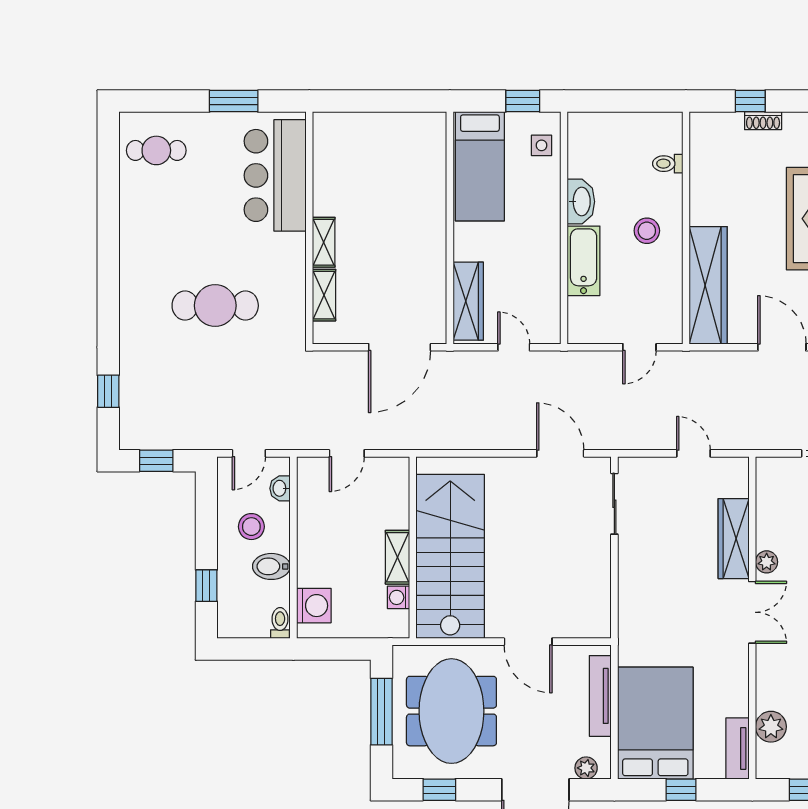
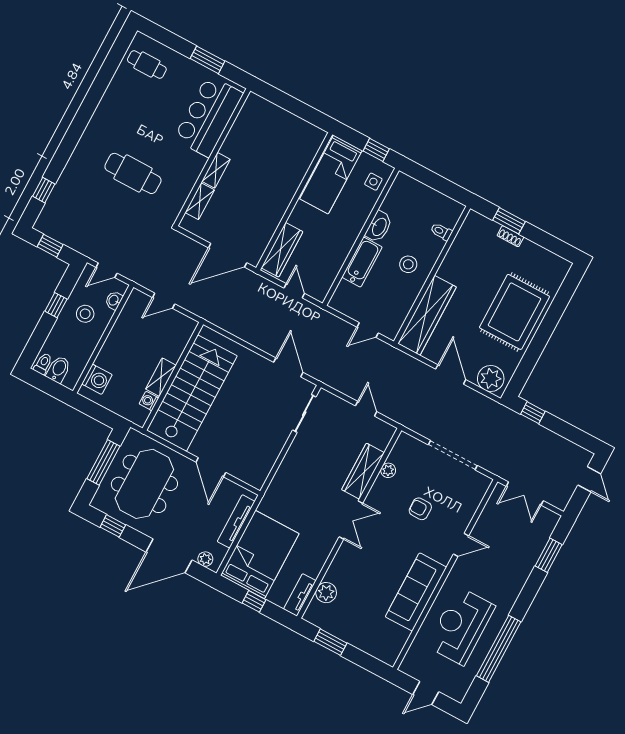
window: (750, 101) -> (509, 221), width x1.50
plant: (767, 562) -> (388, 470), moved
bidet: (271, 566) -> (58, 369), moved, turned 90
window: (206, 586) -> (56, 305), moved
toilet: (280, 623) -> (43, 364), moved

